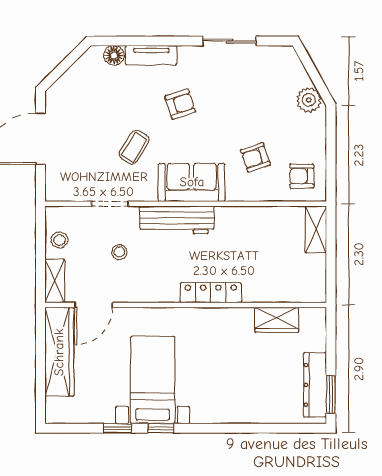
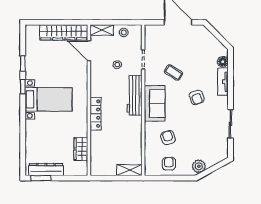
armchair: (302, 176) -> (169, 164), moved
bed with nightstands: (153, 380) -> (49, 99), moved

